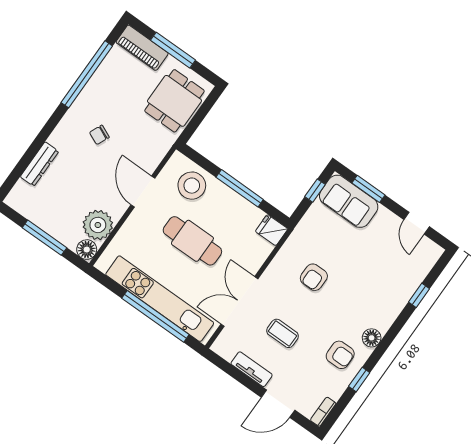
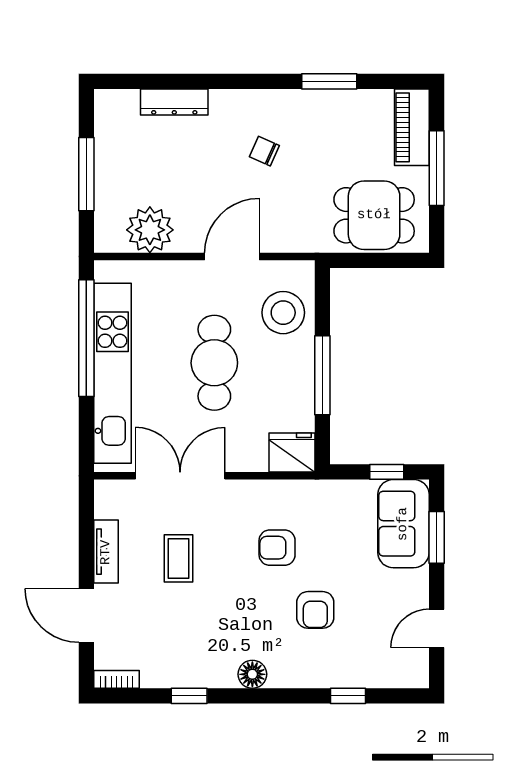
window: (87, 74) -> (329, 81), width x0.47
fridge: (272, 230) -> (292, 453), width x1.38
floor lamp: (87, 250) -> (109, 238), removed
window: (155, 316) -> (86, 338), moved
armchair: (340, 355) -> (315, 610), moved

